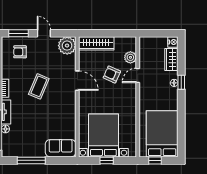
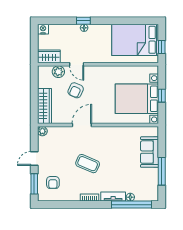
plant: (67, 46) -> (42, 131), width x0.53, depth x0.53
wardrobe: (171, 60) -> (49, 56), moved, turned 180
sofa: (61, 148) -> (150, 152), moved

